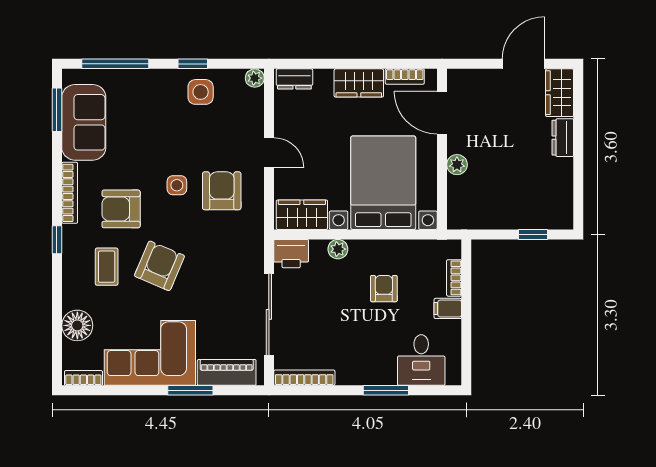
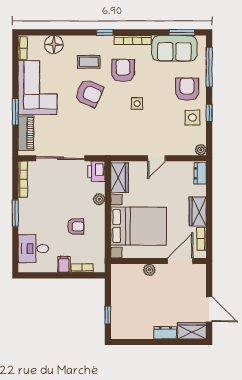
armchair: (222, 191) -> (187, 89), moved, turned -90
window: (386, 390) -> (15, 213), moved

